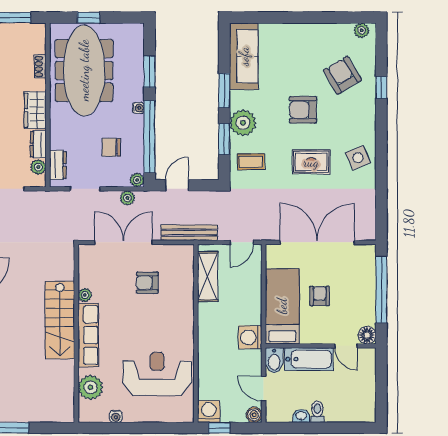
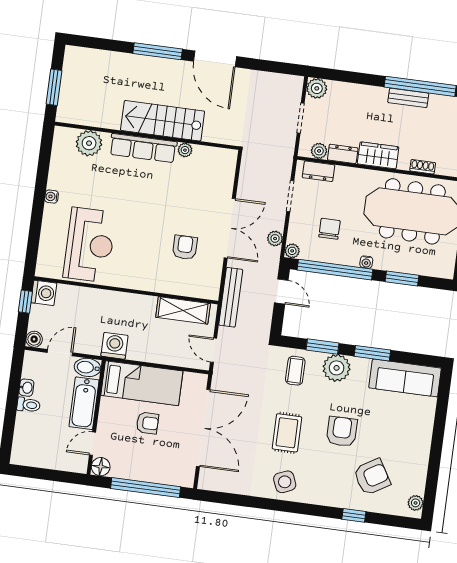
plant: (85, 295) -> (185, 150), moved
stairs: (60, 320) -> (163, 121), moved
wall: (76, 333) -> (147, 136), moved
row of seats: (88, 335) -> (143, 148), moved
plant: (91, 387) -> (89, 143), moved

